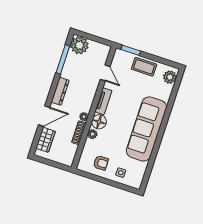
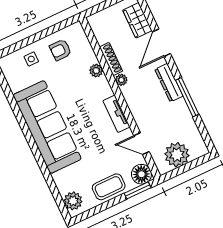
plant: (79, 45) -> (177, 155), moved
window: (63, 59) -> (187, 97), moved
floor lamp: (99, 122) -> (141, 174), moved

